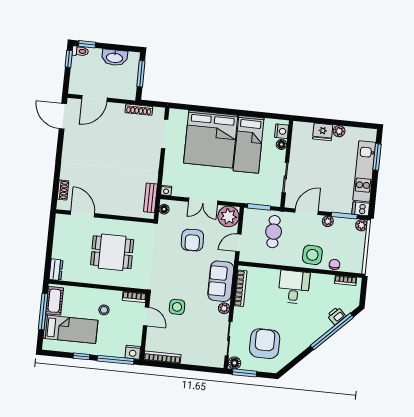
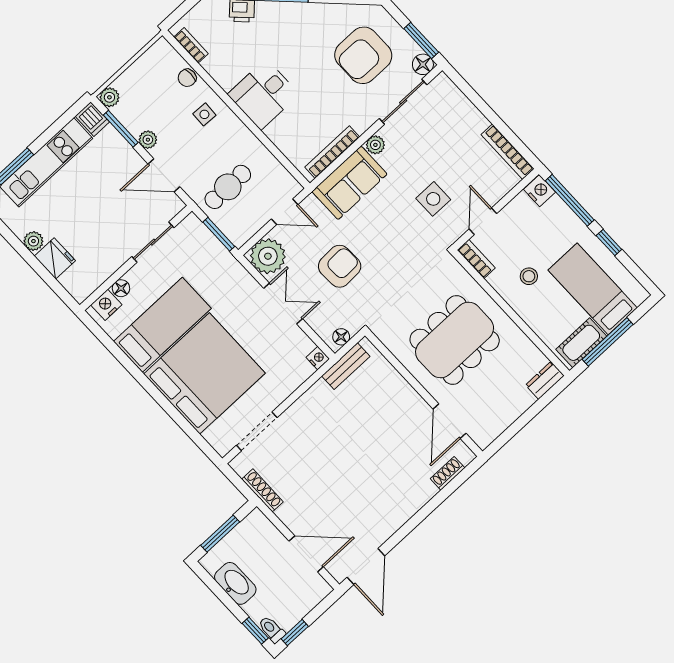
dining table: (112, 252) -> (455, 340), width x1.37
side table: (312, 255) -> (204, 114), width x0.54, depth x0.54

